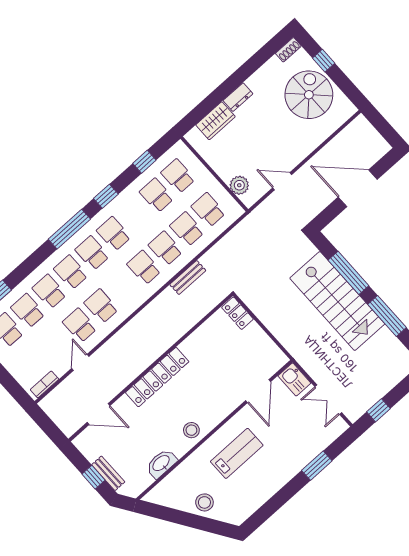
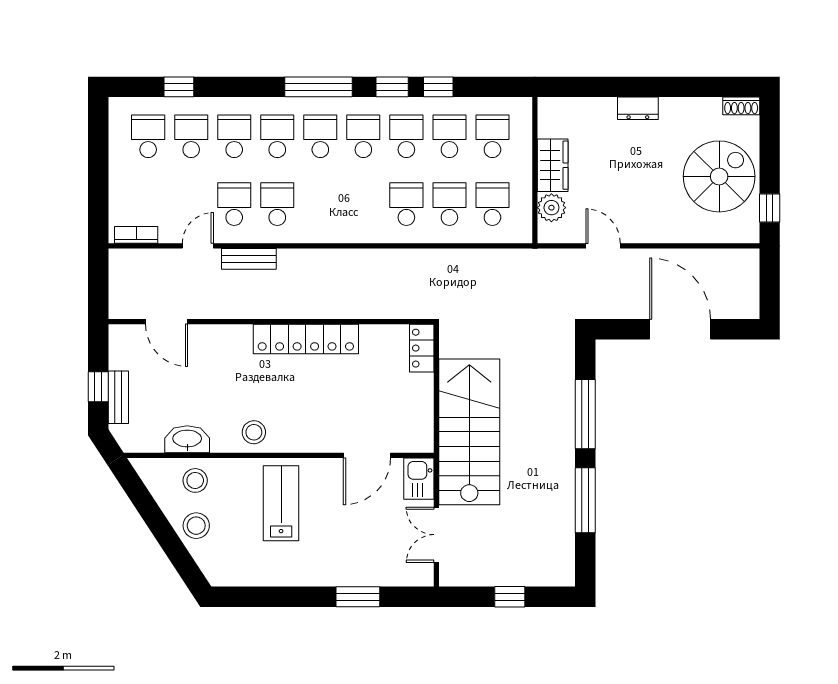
window: (324, 61) -> (770, 208), moved
wardrobe: (216, 121) -> (553, 165), moved, turned -90
window: (144, 162) -> (438, 87), moved
school desk: (144, 268) -> (406, 136), moved
bench: (188, 277) -> (249, 259), moved
stairs: (337, 301) -> (469, 432), moved, turned 180
locker: (157, 377) -> (306, 339), moved
window: (378, 410) -> (510, 597), moved
lab bench: (237, 453) -> (281, 503), turned -90
stool: (184, 480) -> (195, 480), added

